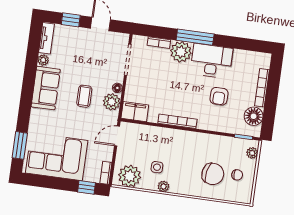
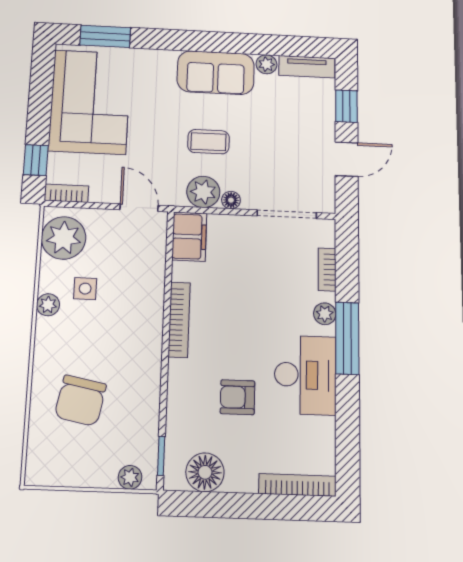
plant: (181, 52) -> (325, 314), width x0.53, depth x0.53
bookcase: (262, 88) -> (297, 485), moved
chair: (237, 175) -> (82, 451), removed

